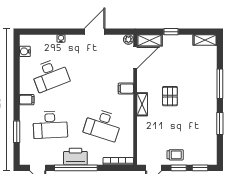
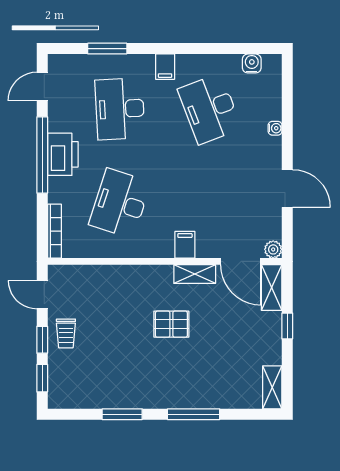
shelving: (142, 104) -> (195, 274), moved

